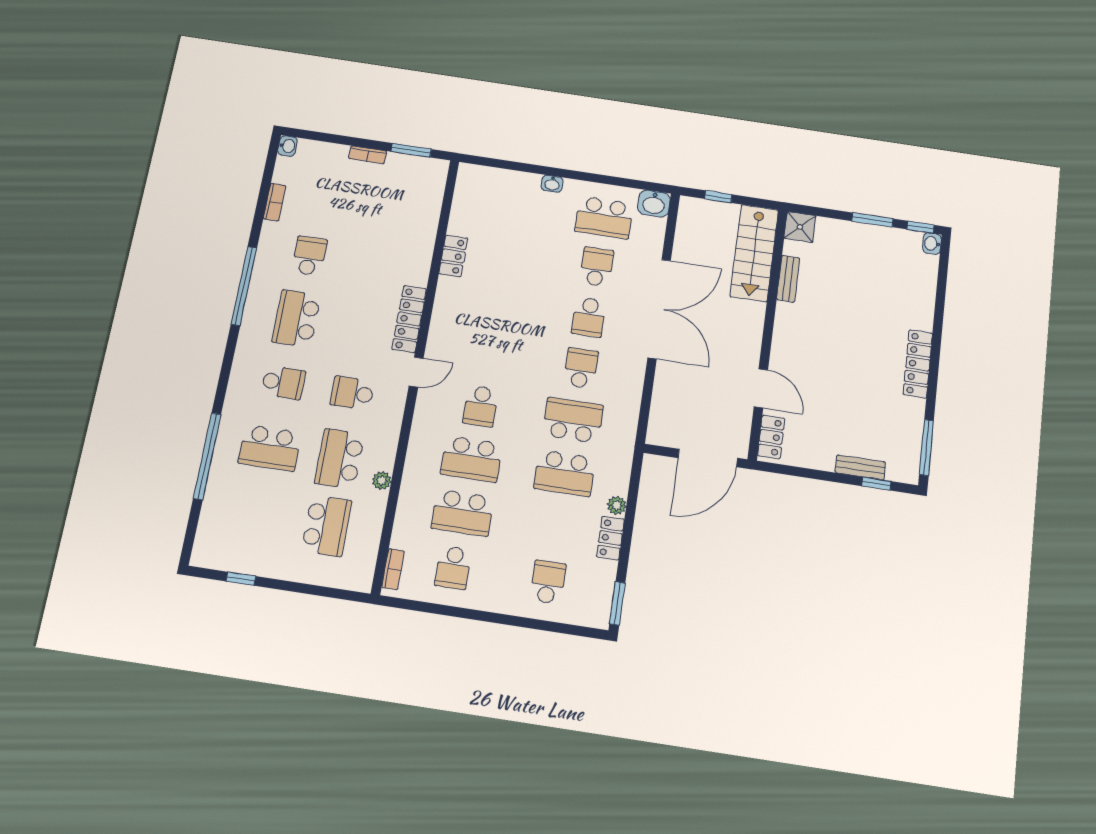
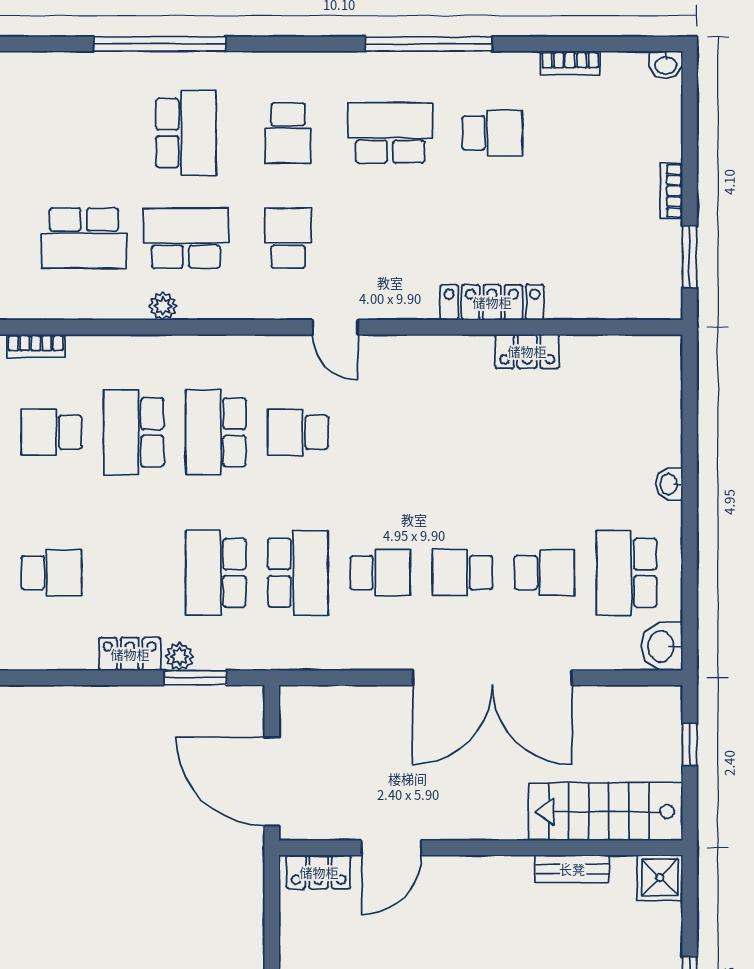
locker: (409, 319) -> (492, 302), moved
school desk: (270, 448) -> (186, 133), turned 180
window: (617, 603) -> (195, 678), moved

